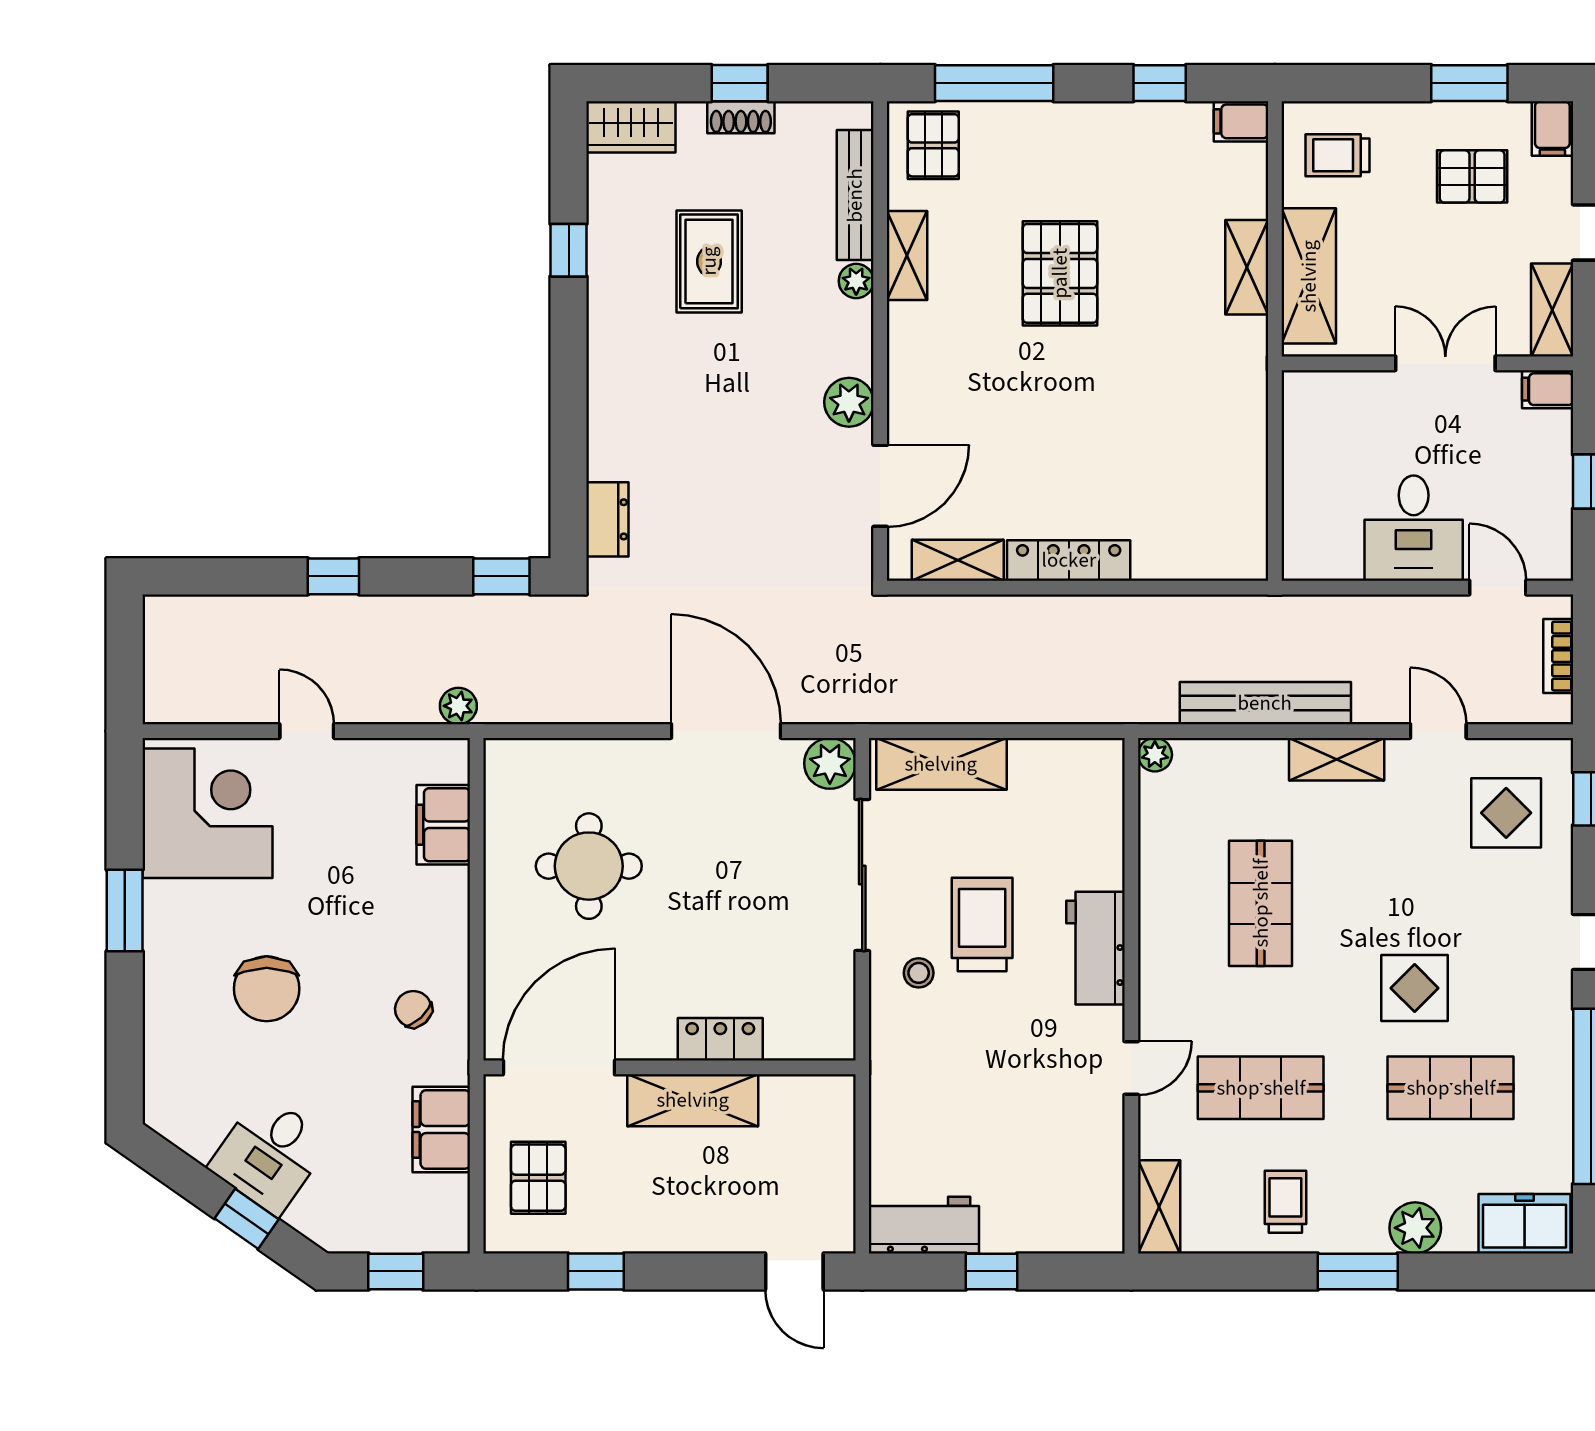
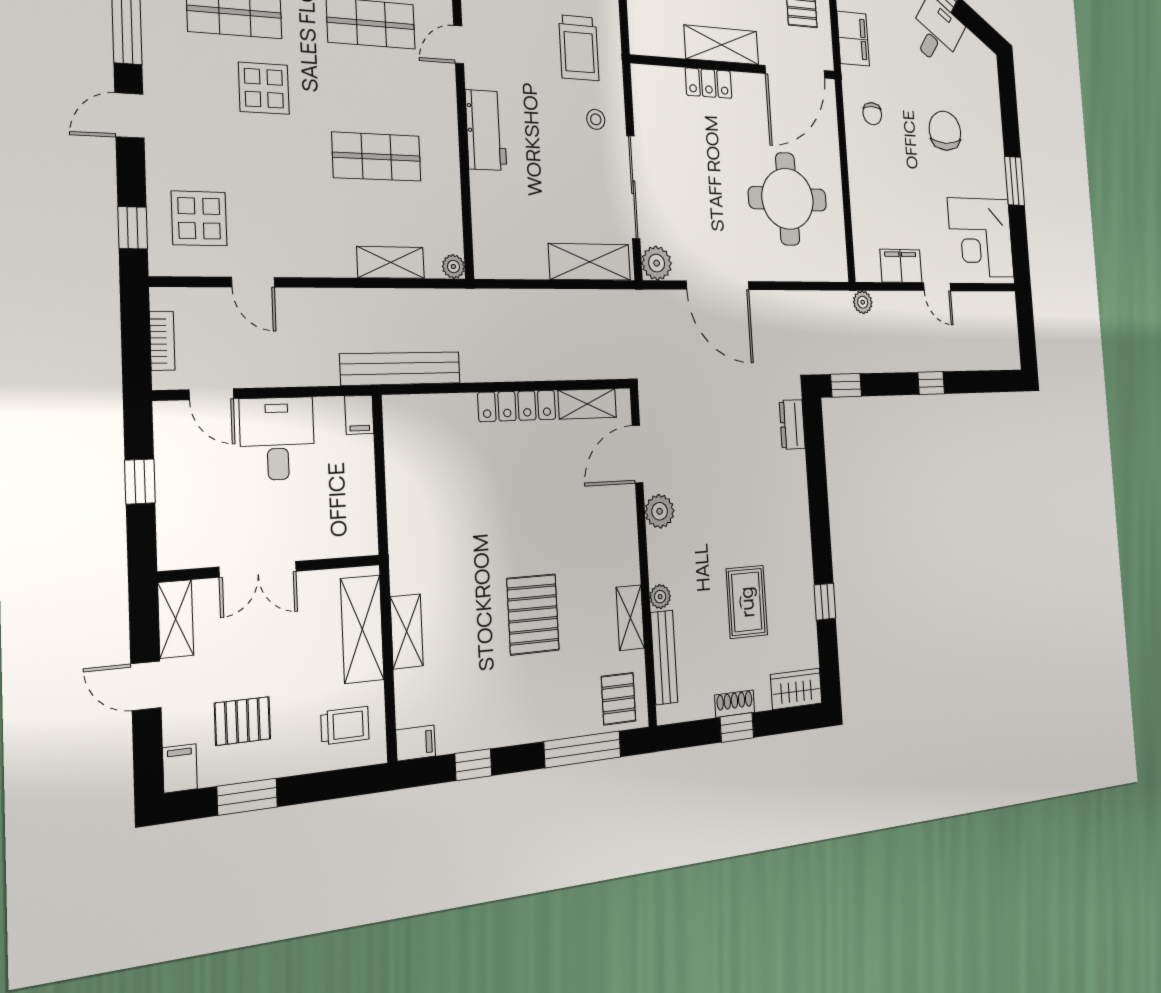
filing cabinet: (1548, 389) -> (359, 415), moved, turned 90
bench: (1265, 703) -> (401, 369), moved
shelving: (1337, 759) -> (391, 262), moved
filing cabinet: (443, 825) -> (901, 266), moved, turned -90
round table: (589, 866) -> (788, 199), width x1.36, depth x1.36
shop shelf: (1261, 903) -> (377, 157), turned 90
trolley: (982, 925) -> (579, 48), moved
chair: (413, 1009) -> (872, 114), turned 43

